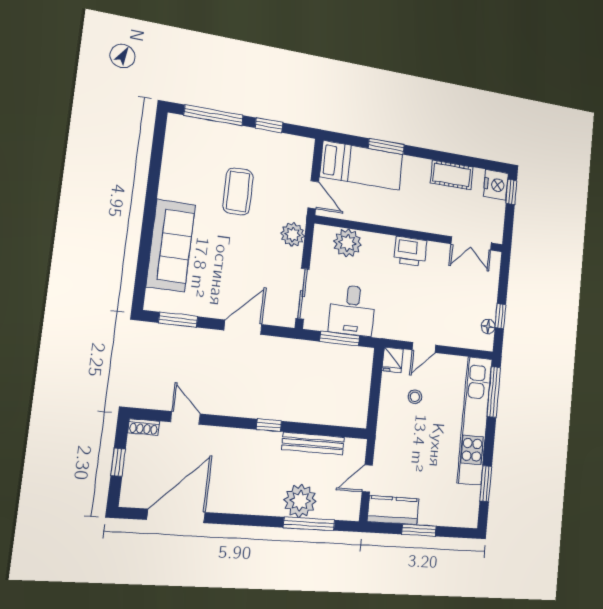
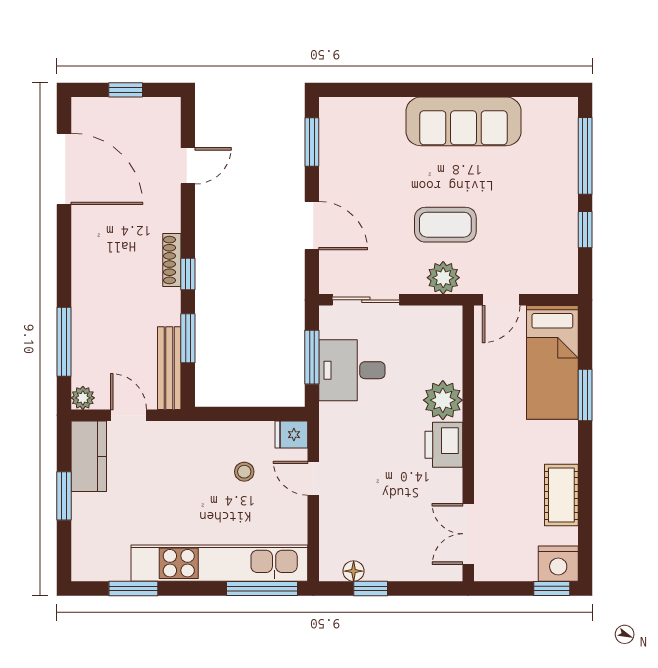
coffee table: (238, 191) -> (445, 225), moved
plant: (347, 243) -> (443, 400), moved
sofa: (171, 246) -> (464, 121), moved
shoe rack: (144, 427) -> (172, 260), moved, width x1.43
window: (316, 429) -> (188, 338), added
bench: (313, 443) -> (169, 368), moved
plant: (300, 501) -> (83, 398), moved, width x0.53, depth x0.53

